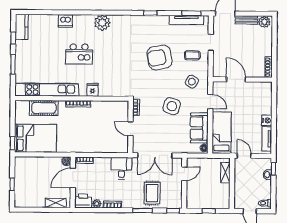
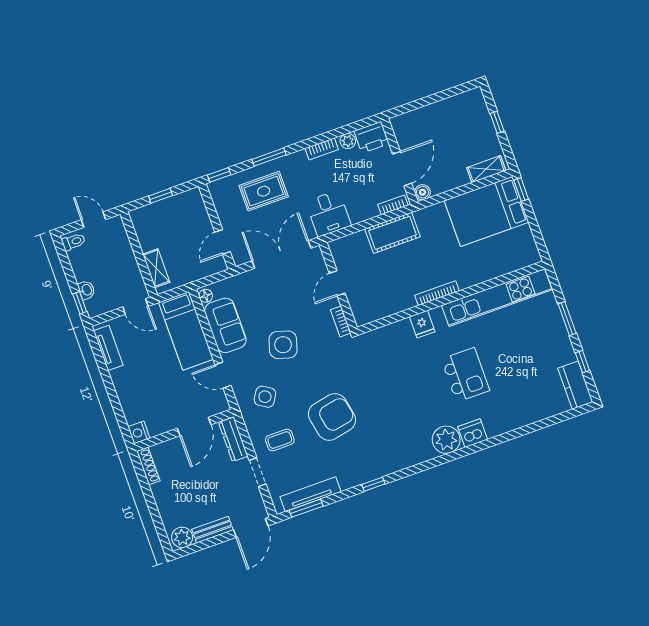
dishwasher: (65, 21) -> (473, 433), moved
kitchen island: (79, 54) -> (465, 375), turned 90
dresser: (217, 65) -> (233, 439), added
door: (236, 79) -> (194, 427), hinge flipped
cot: (44, 108) -> (393, 233), moved
nightstand: (267, 120) -> (139, 433), moved
door: (130, 129) -> (337, 283), swing flipped
rug: (152, 193) -> (264, 191), turned 90
shelving: (56, 203) -> (486, 169), moved

